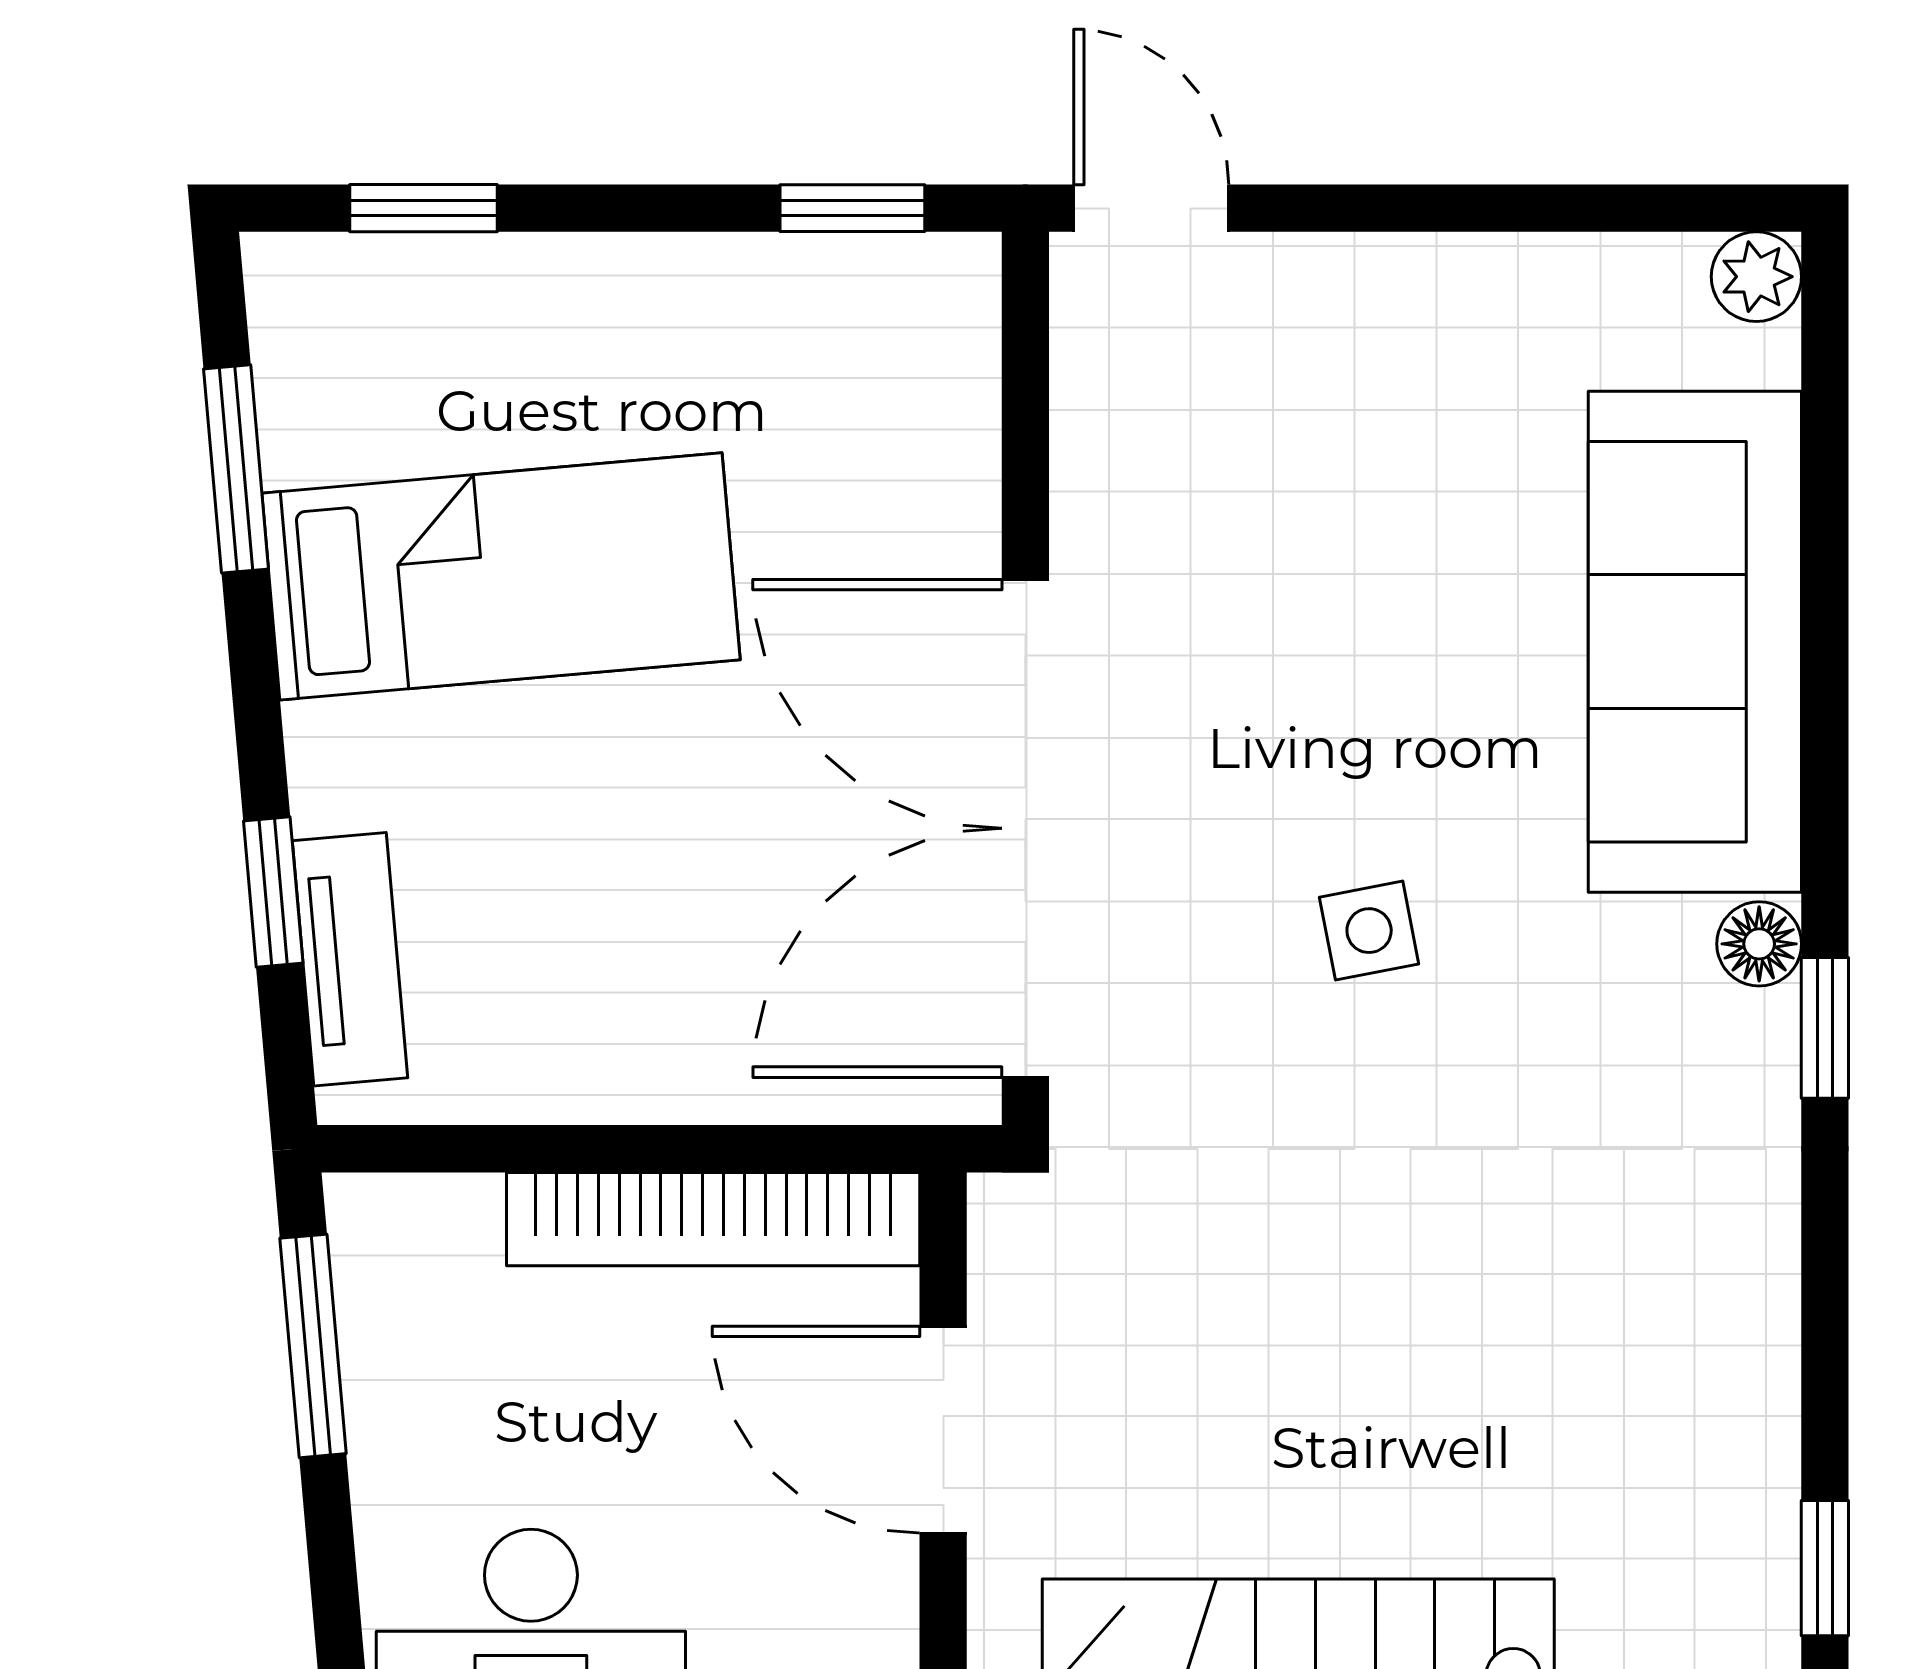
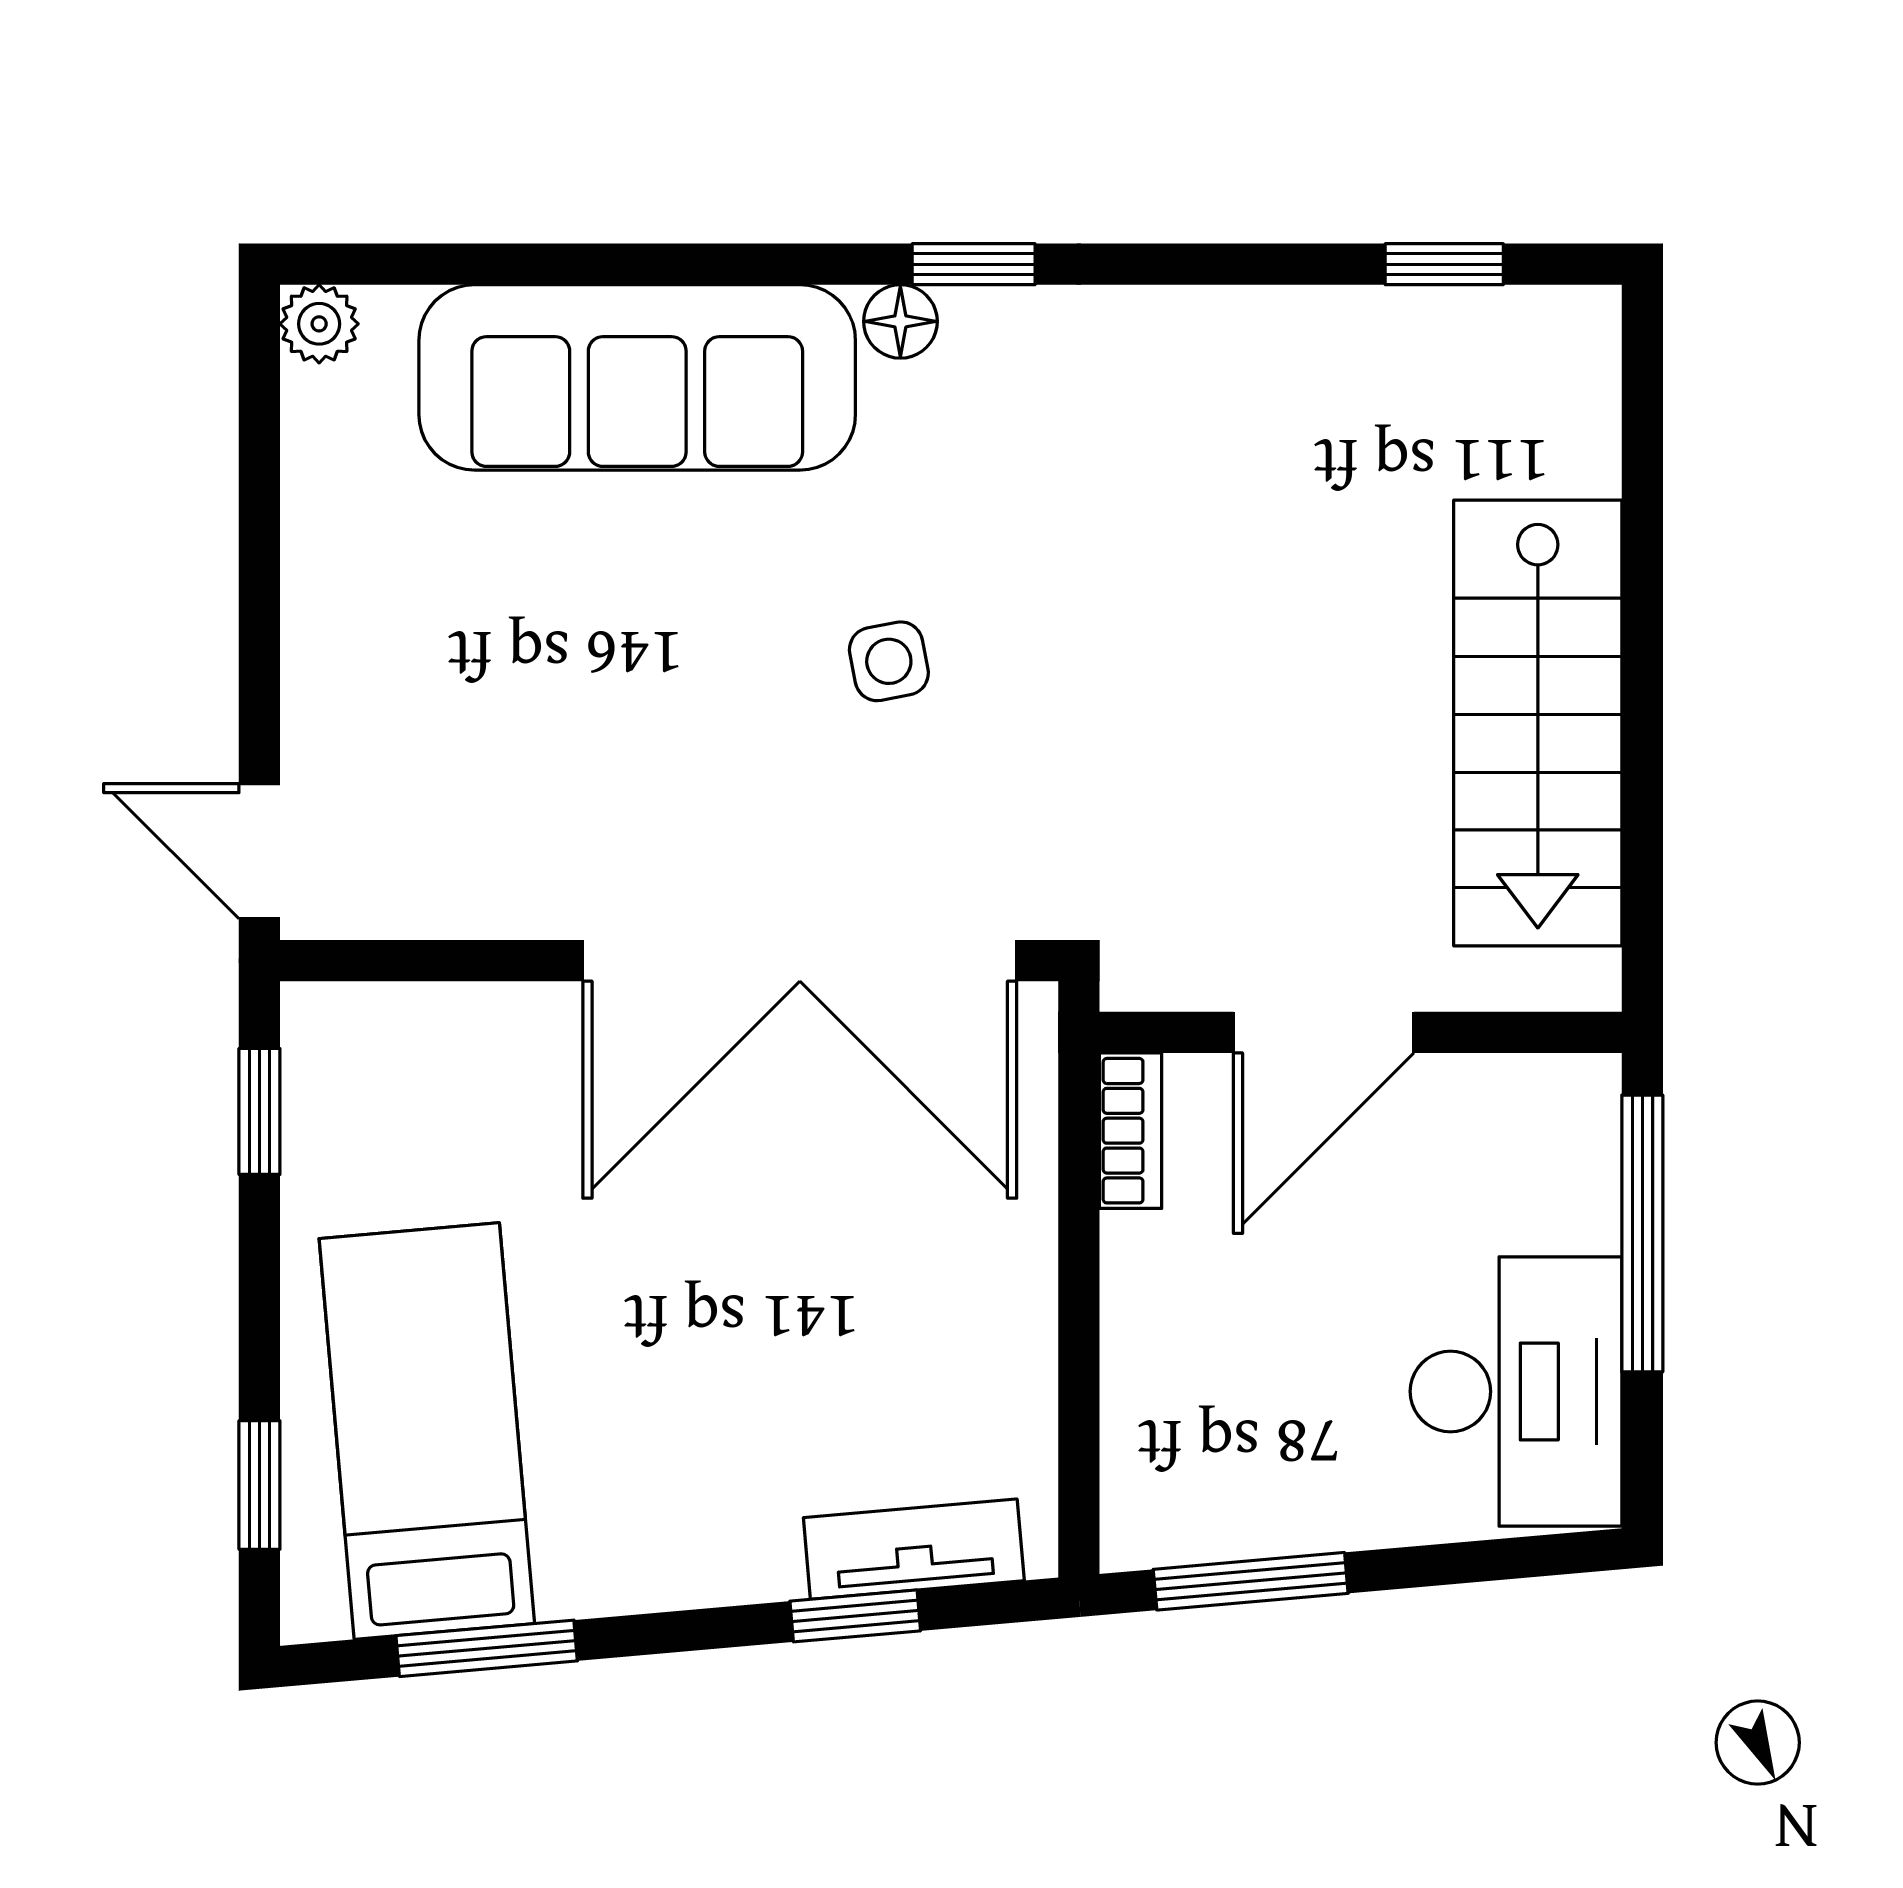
door: (1151, 208) -> (259, 851), hinge flipped
bed: (501, 576) -> (427, 1431), moved
bookcase: (713, 1219) -> (1131, 1131), width x0.43, depth x0.76

